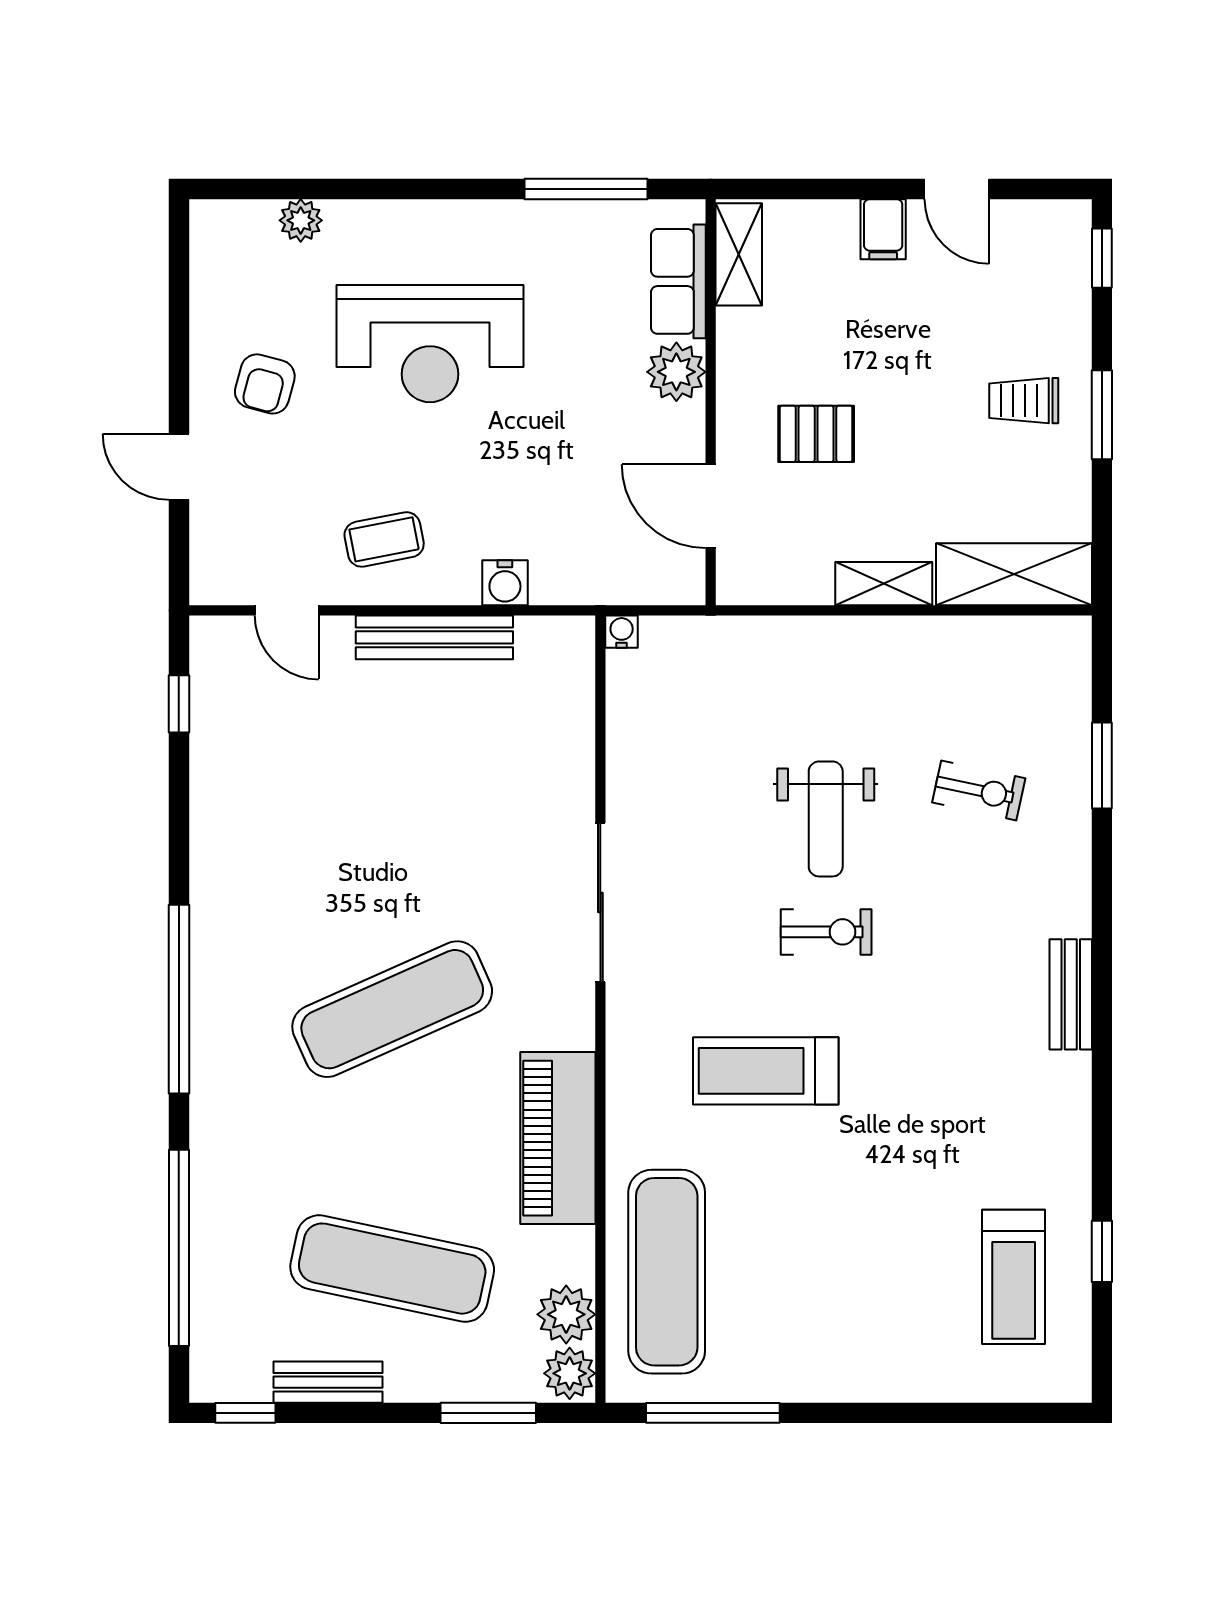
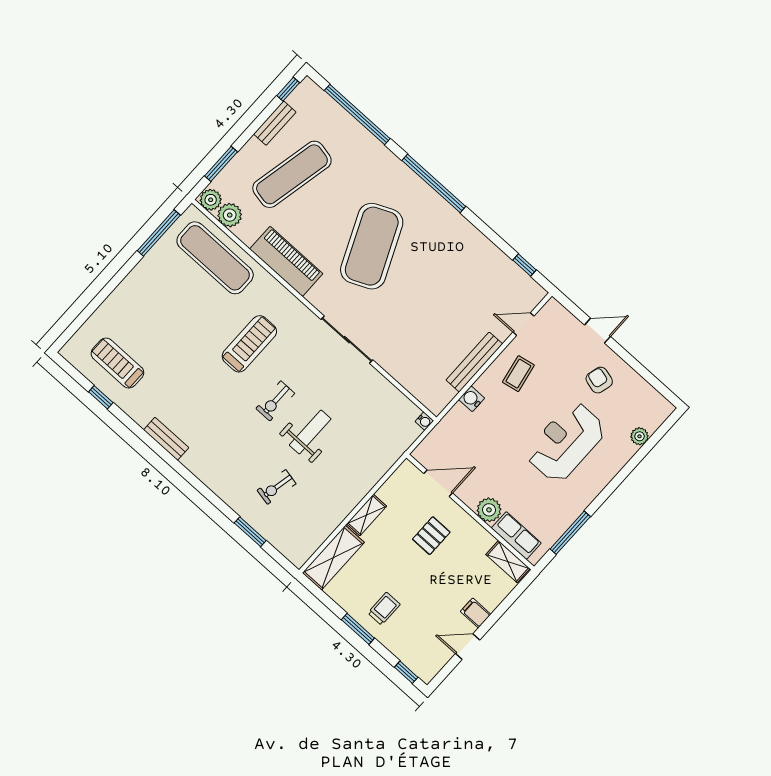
weight bench: (826, 819) -> (310, 432), turned 90
bench: (1071, 994) -> (166, 439), moved
exercise mat: (392, 1009) -> (372, 246), width x1.47

